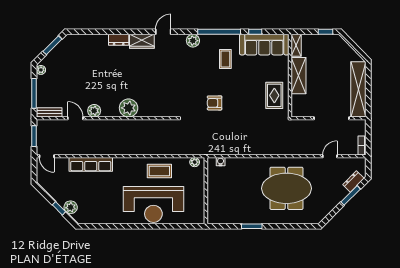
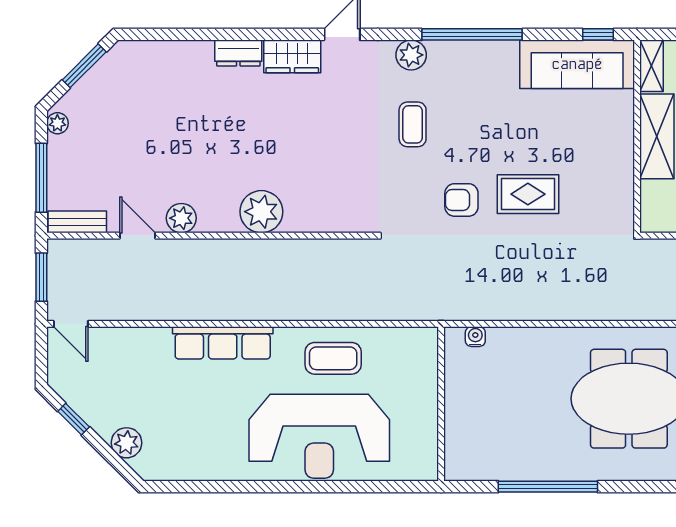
window: (255, 32) -> (598, 34), moved
coffee table: (225, 59) -> (413, 124), moved
rug: (274, 95) -> (528, 194), moved, turned 90
plant: (195, 162) -> (415, 338), removed
row of seats: (91, 164) -> (223, 343), moved
window: (59, 208) -> (74, 419), moved
window: (252, 226) -> (548, 487), width x2.11

